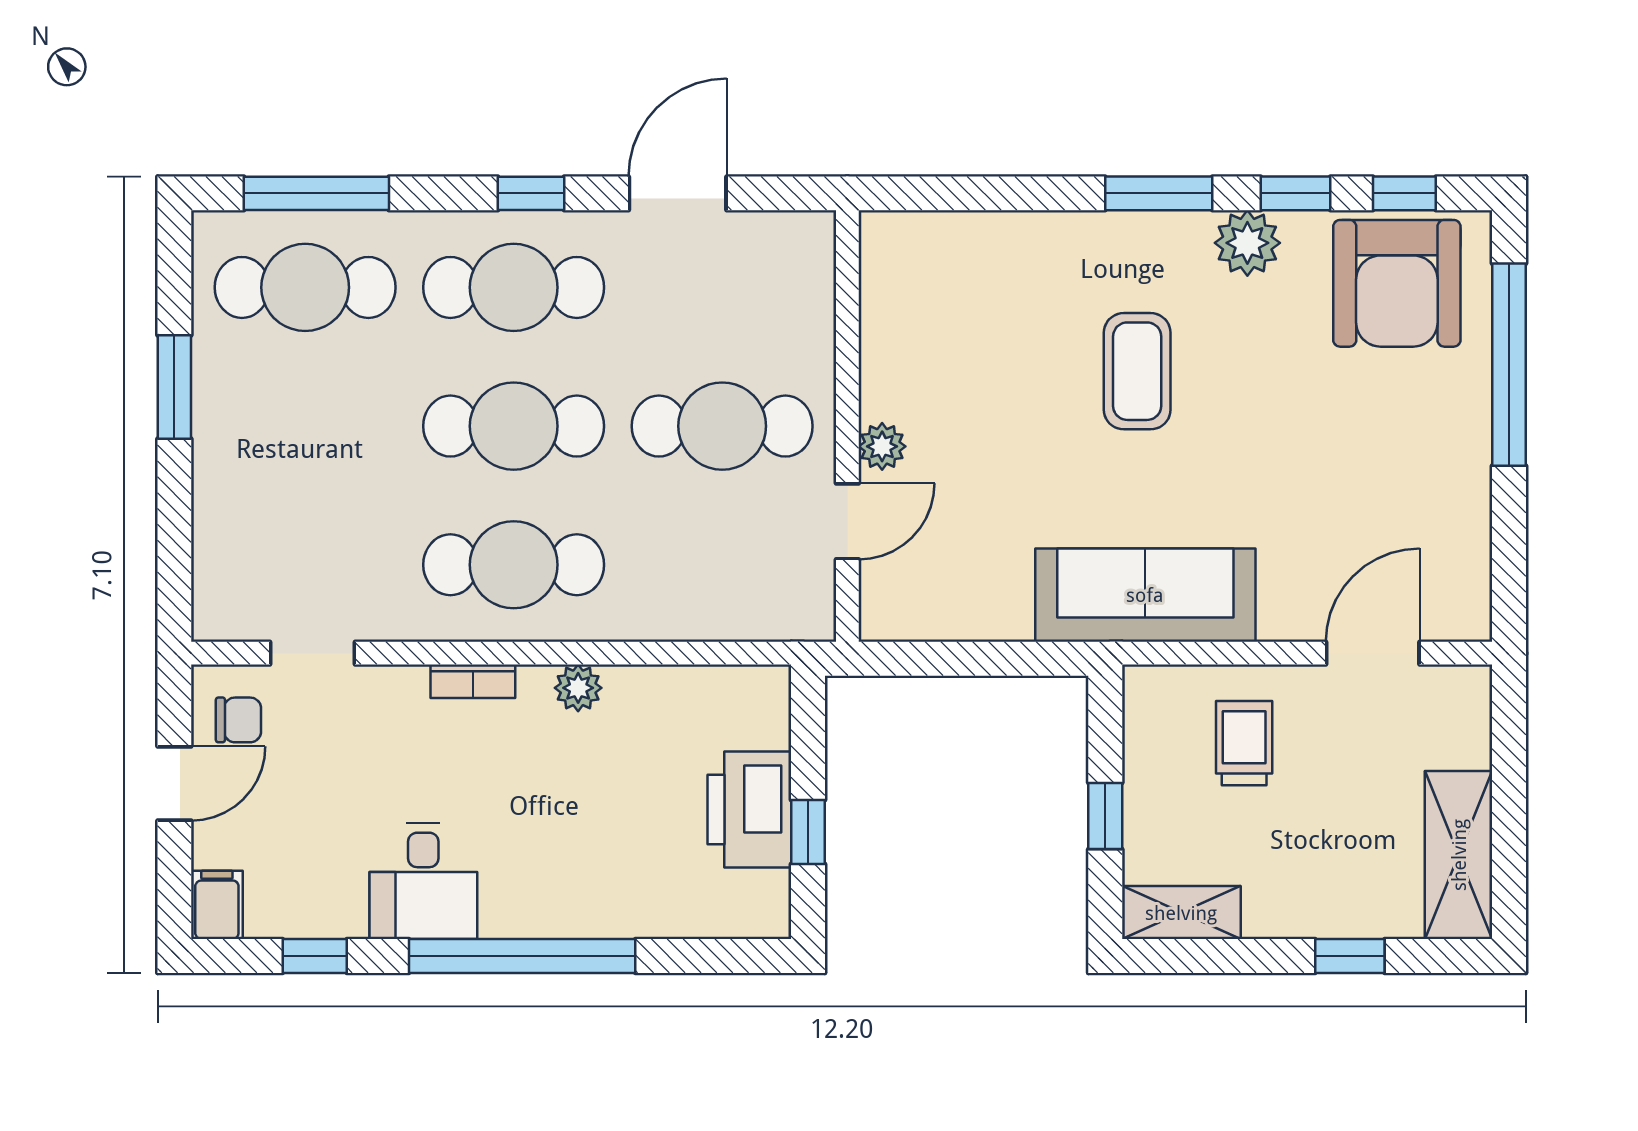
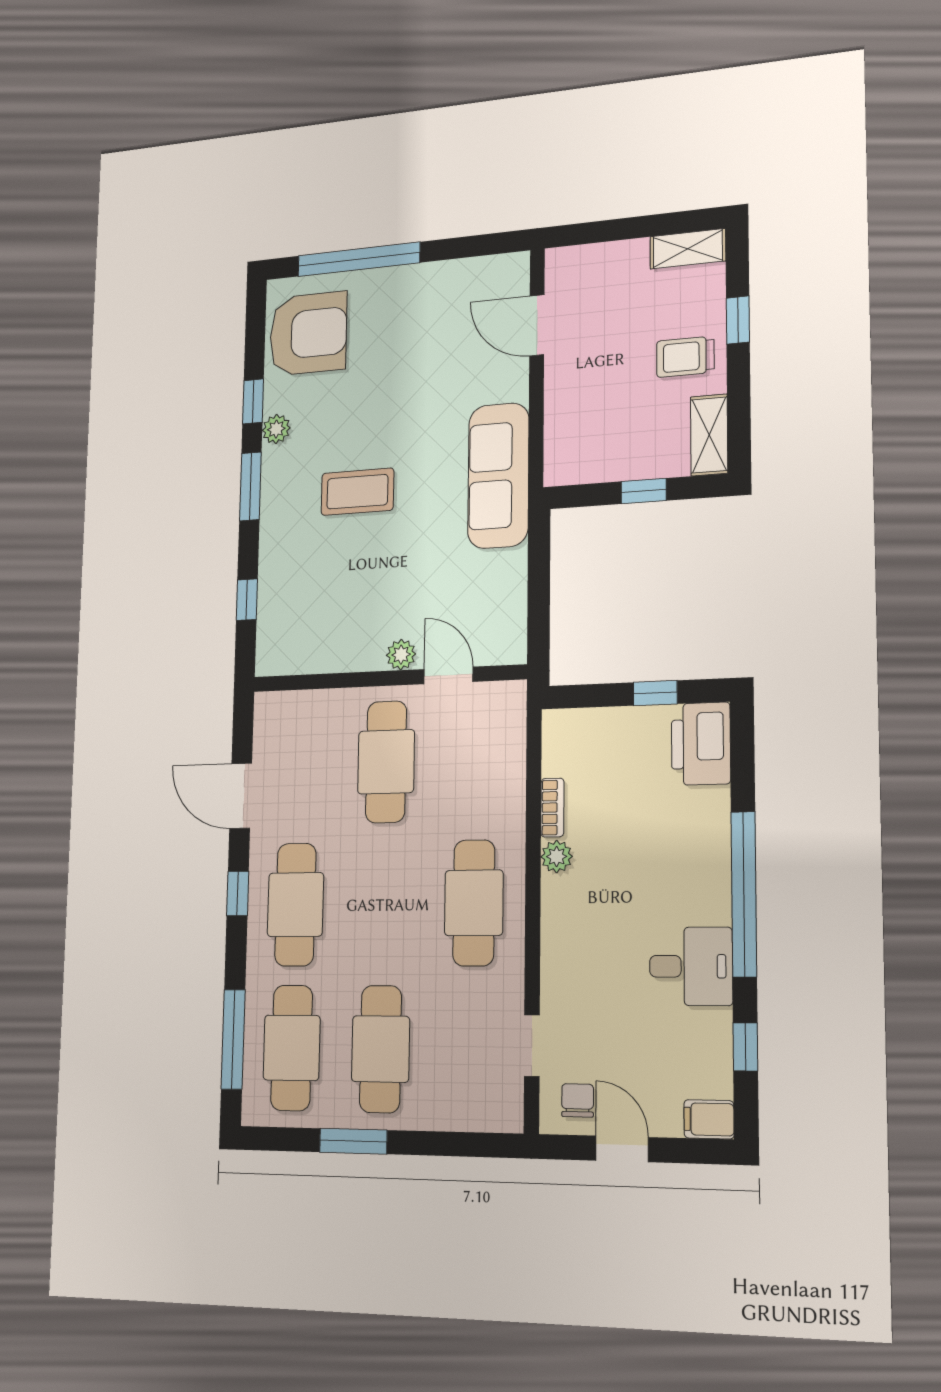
window: (1404, 193) -> (247, 600), moved
plant: (1247, 243) -> (276, 429), width x0.73, depth x0.73
cafe table: (514, 426) -> (381, 1049), moved
bookcase: (473, 681) -> (552, 808), moved
trolley: (1244, 743) -> (685, 357), moved
printer: (749, 809) -> (701, 744), moved, turned 90
shelving: (1459, 855) -> (688, 249), width x0.67, depth x0.75

